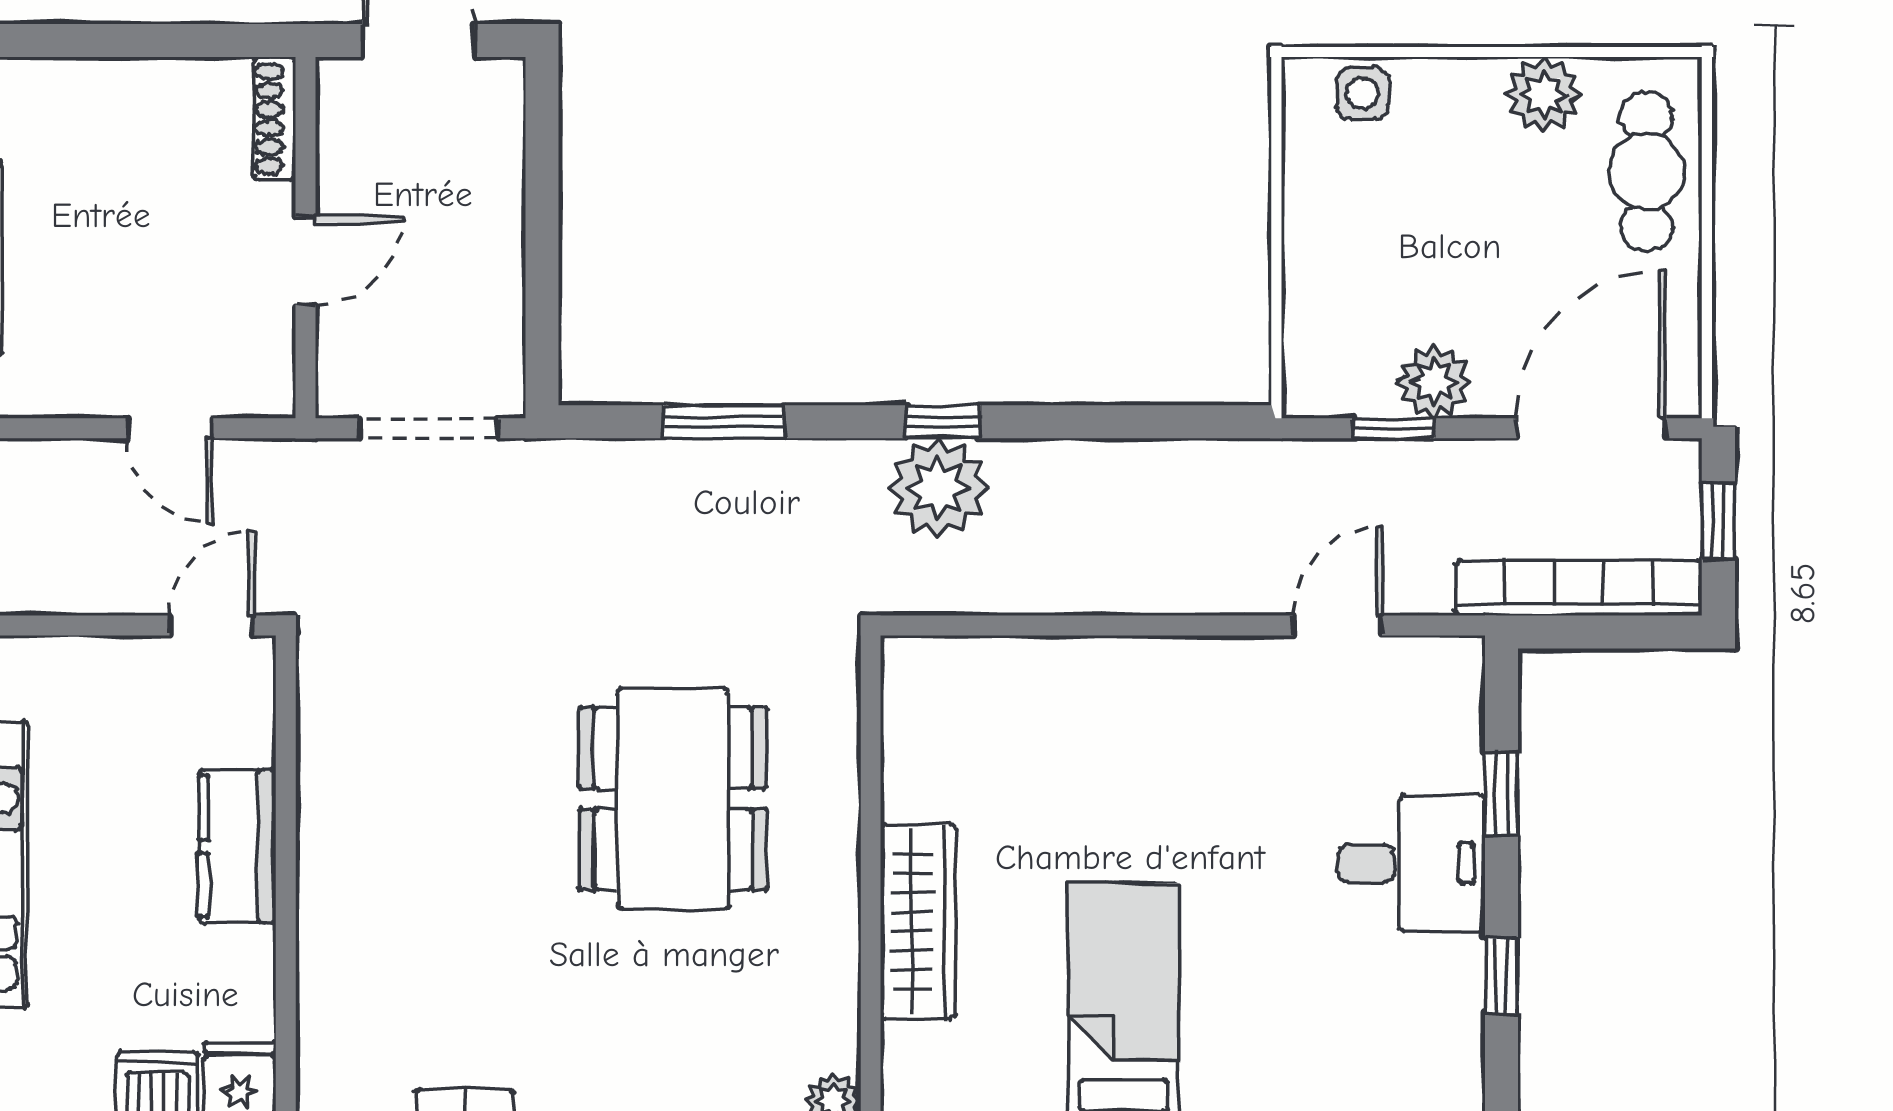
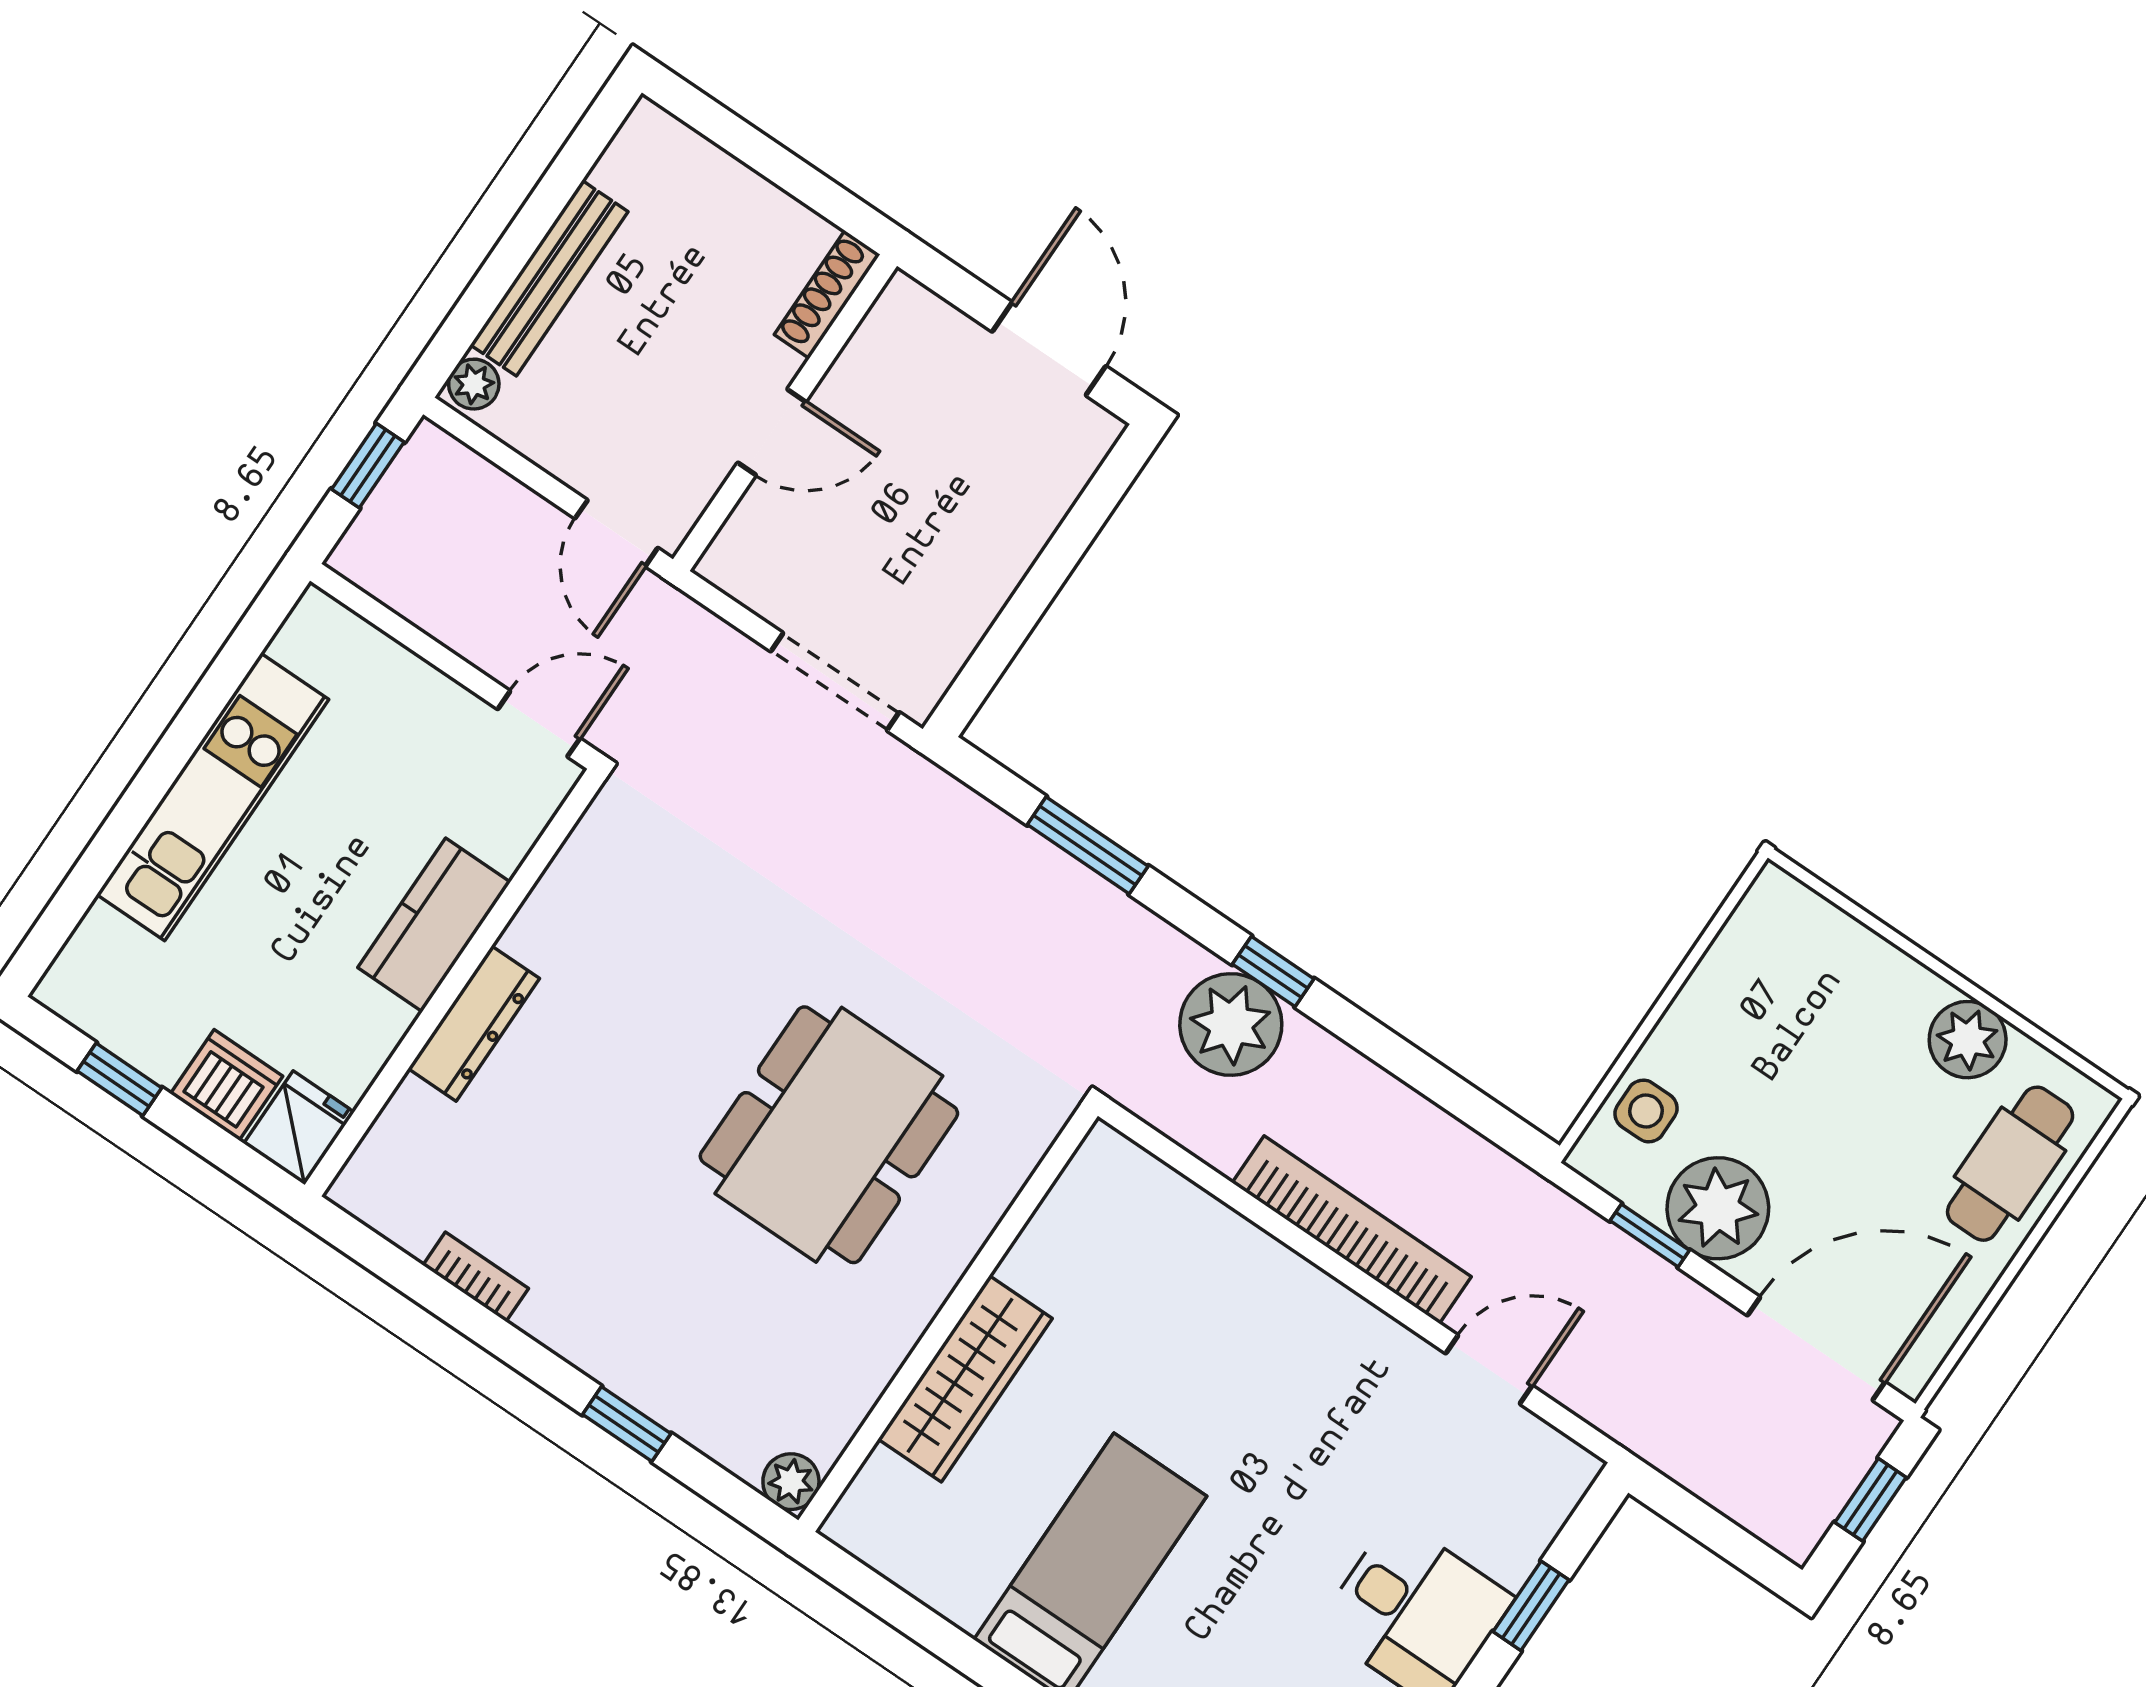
side table: (1363, 93) -> (1646, 1111), moved
shoe rack: (275, 119) -> (827, 295), moved
wall: (305, 238) -> (785, 413), moved
door: (305, 261) -> (772, 432), moved
plant: (1434, 382) -> (1718, 1208), width x1.36, depth x1.36
bookcase: (1579, 588) -> (1352, 1230), moved
dresser: (324, 904) -> (474, 1024), added

